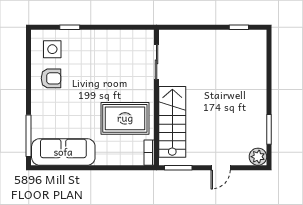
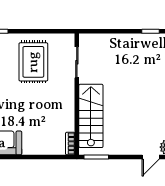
rug: (125, 118) -> (33, 62), moved, turned 90
door: (221, 168) -> (151, 157), moved

